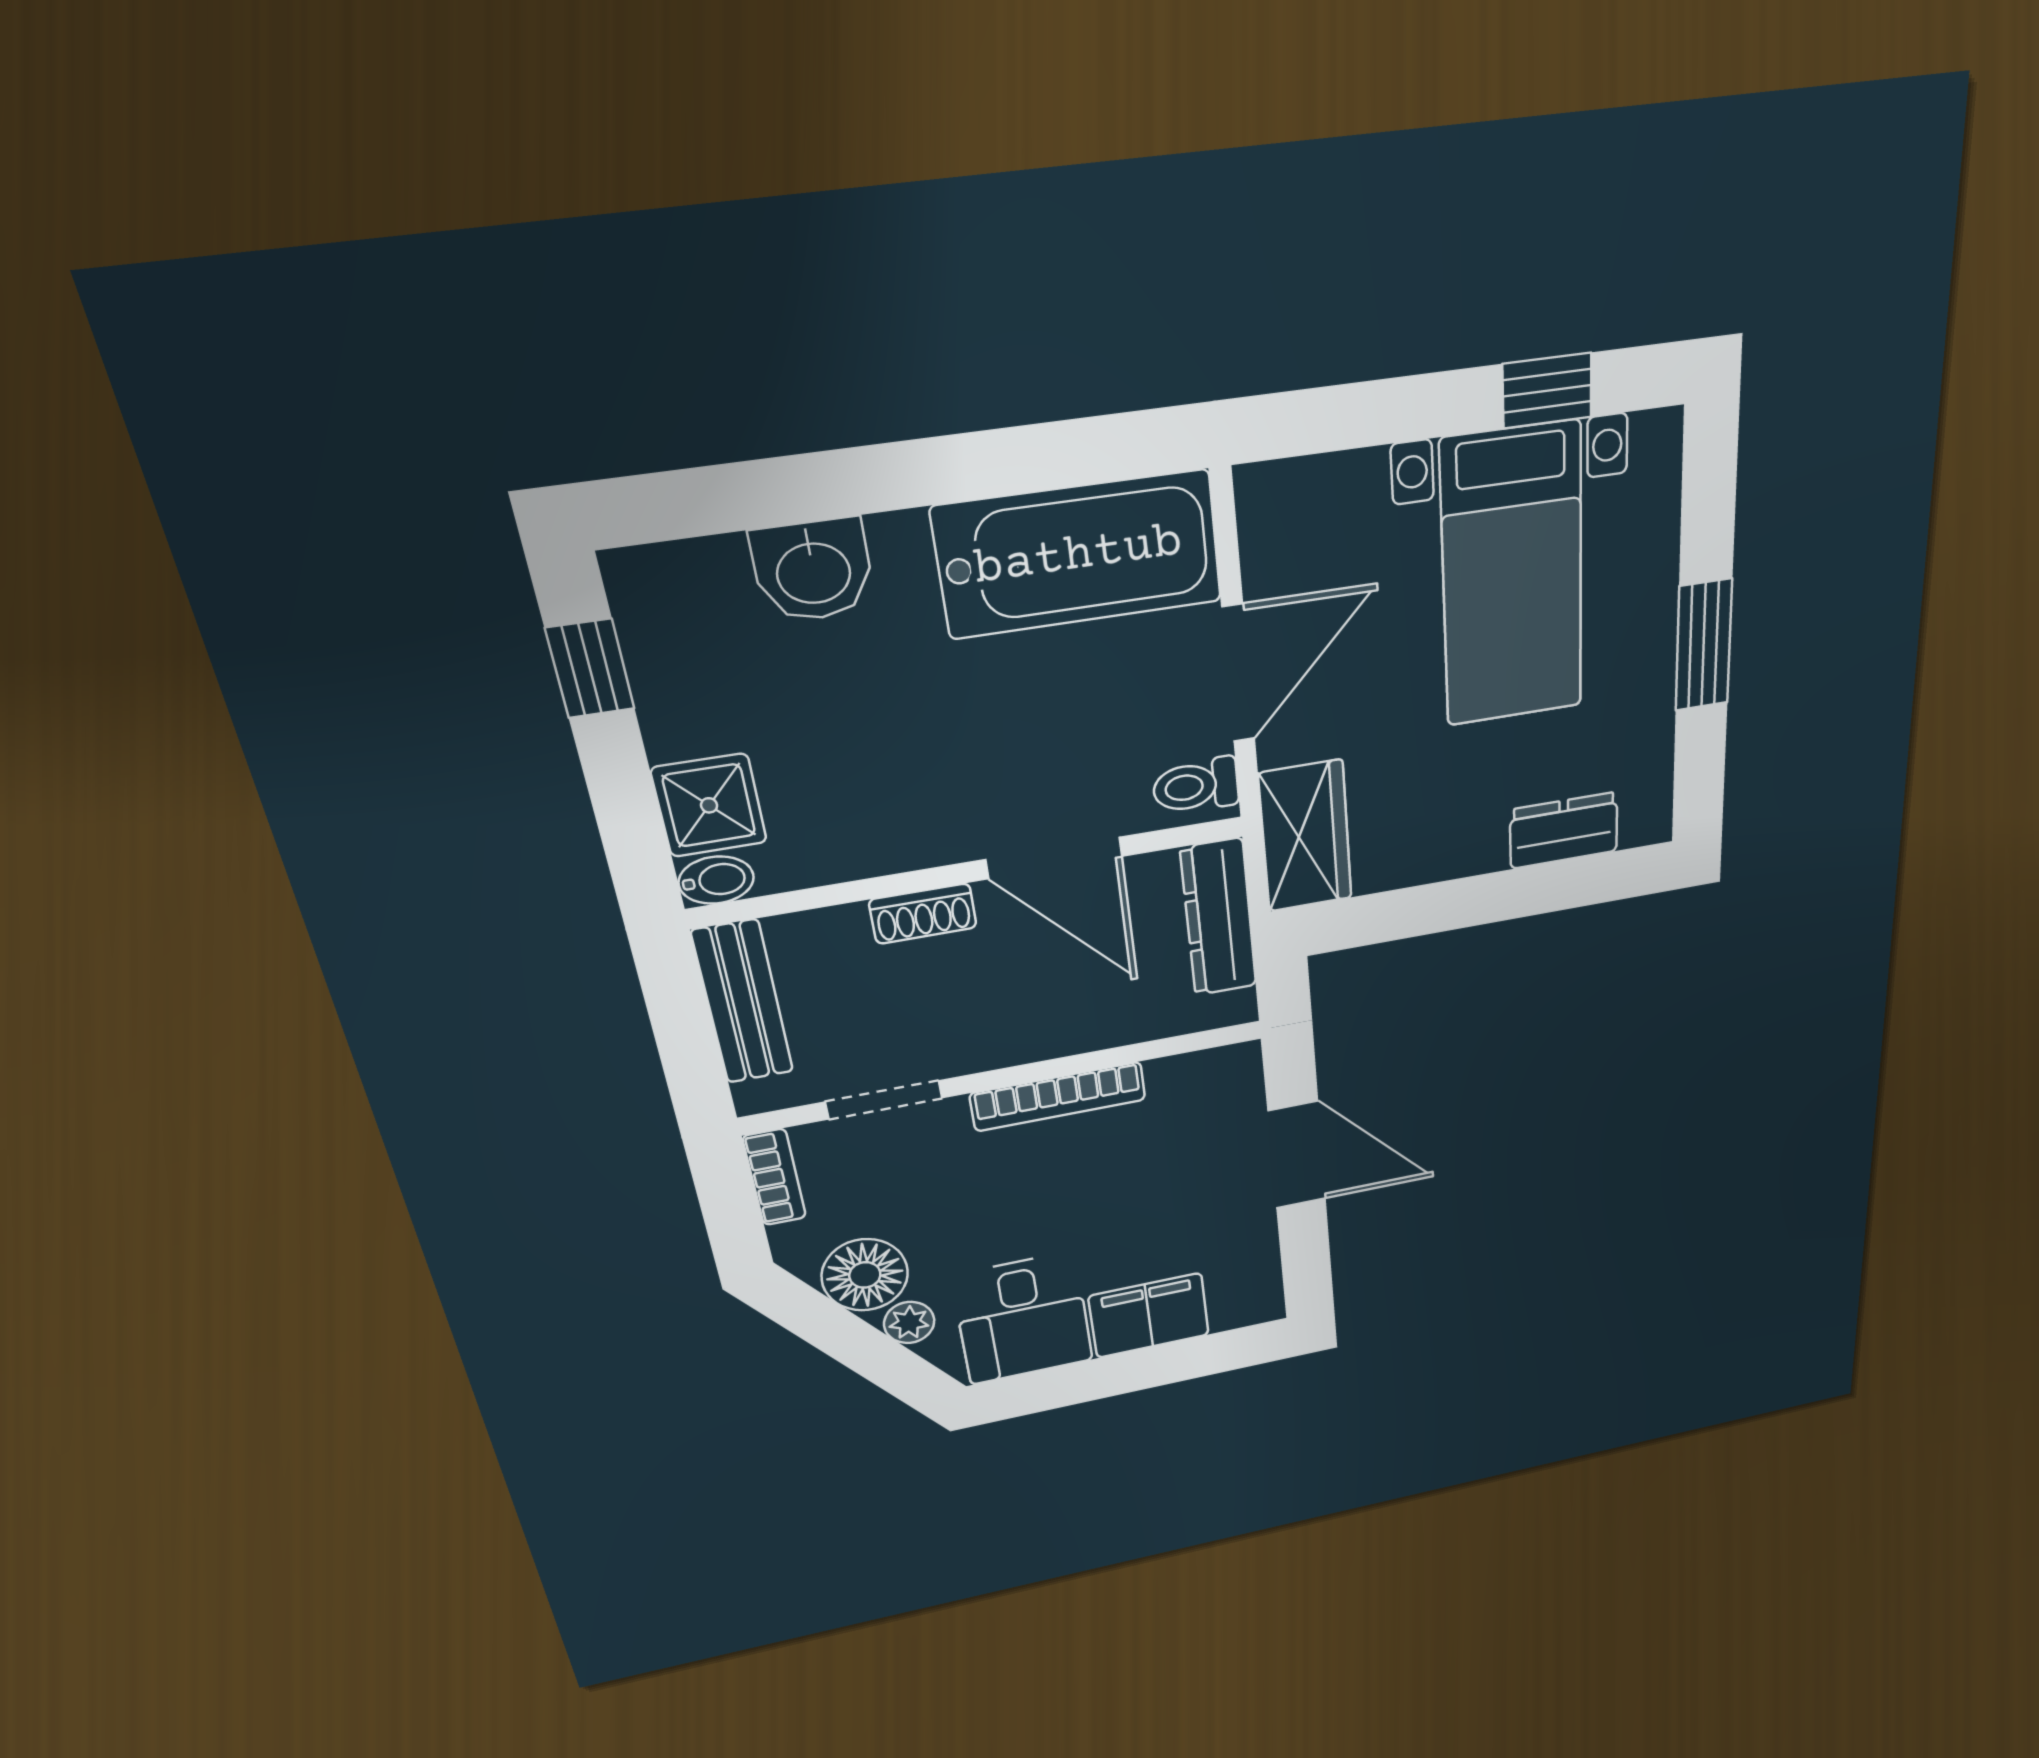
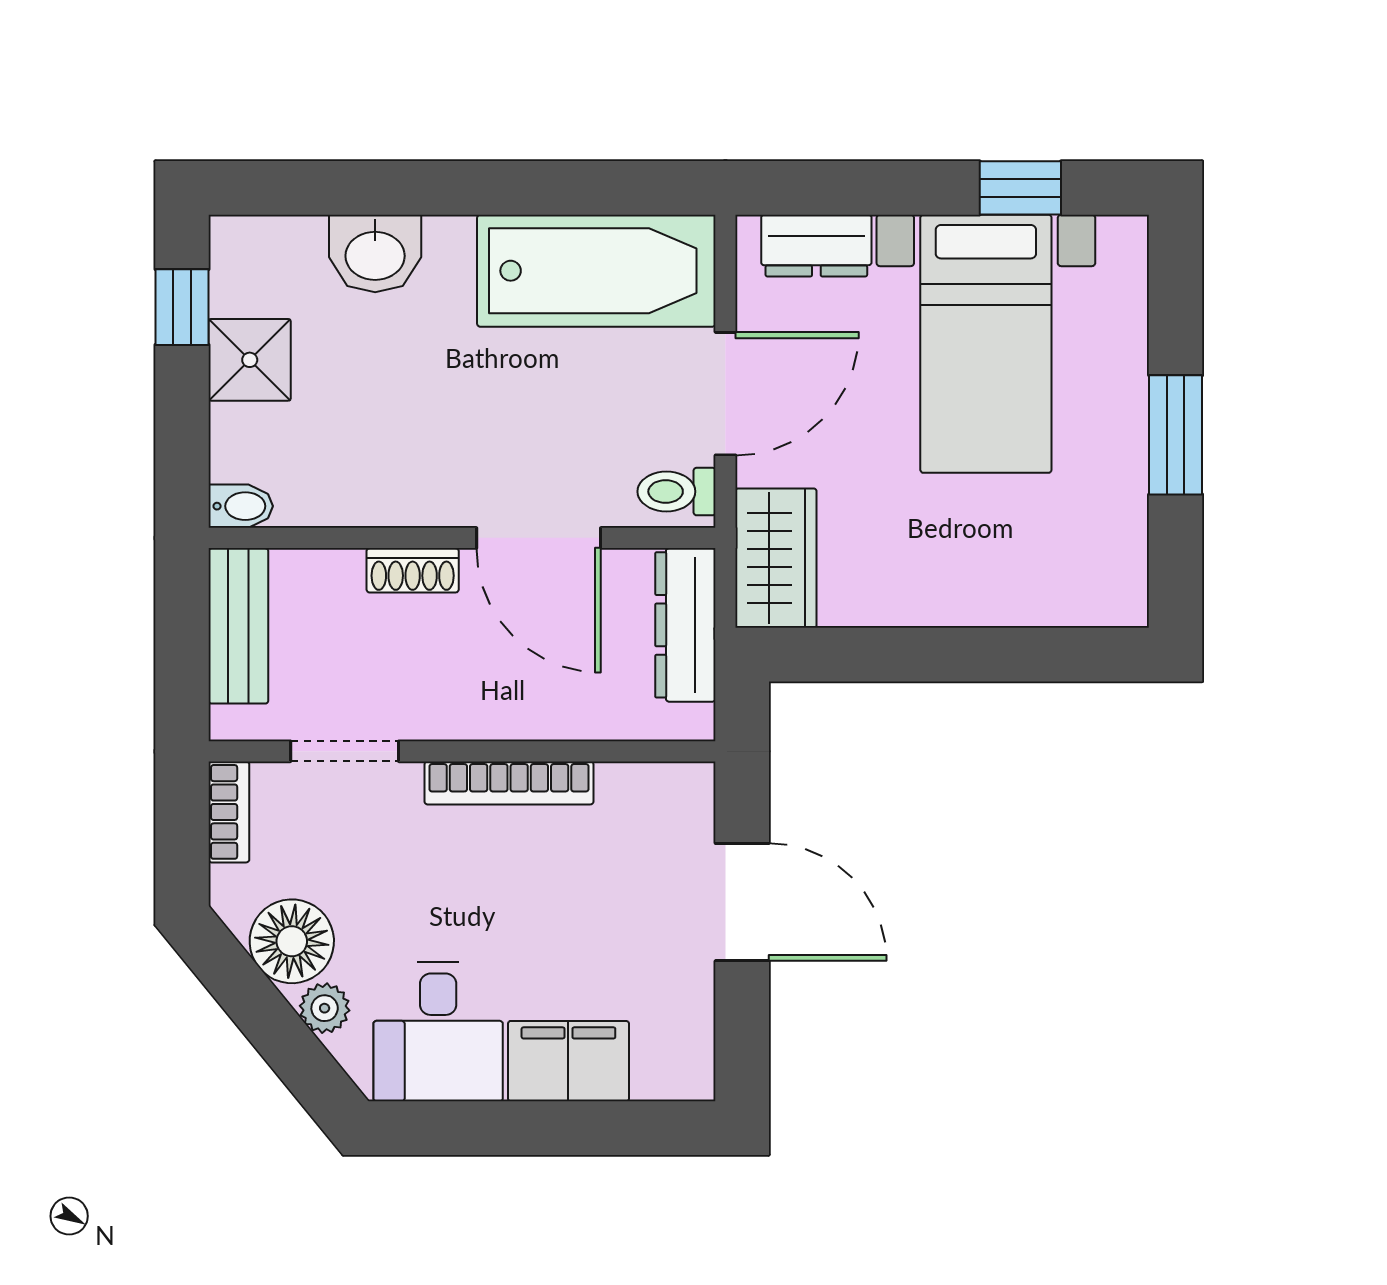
shower: (709, 805) -> (250, 360), moved
dresser: (1564, 830) -> (816, 246), moved, turned 180

